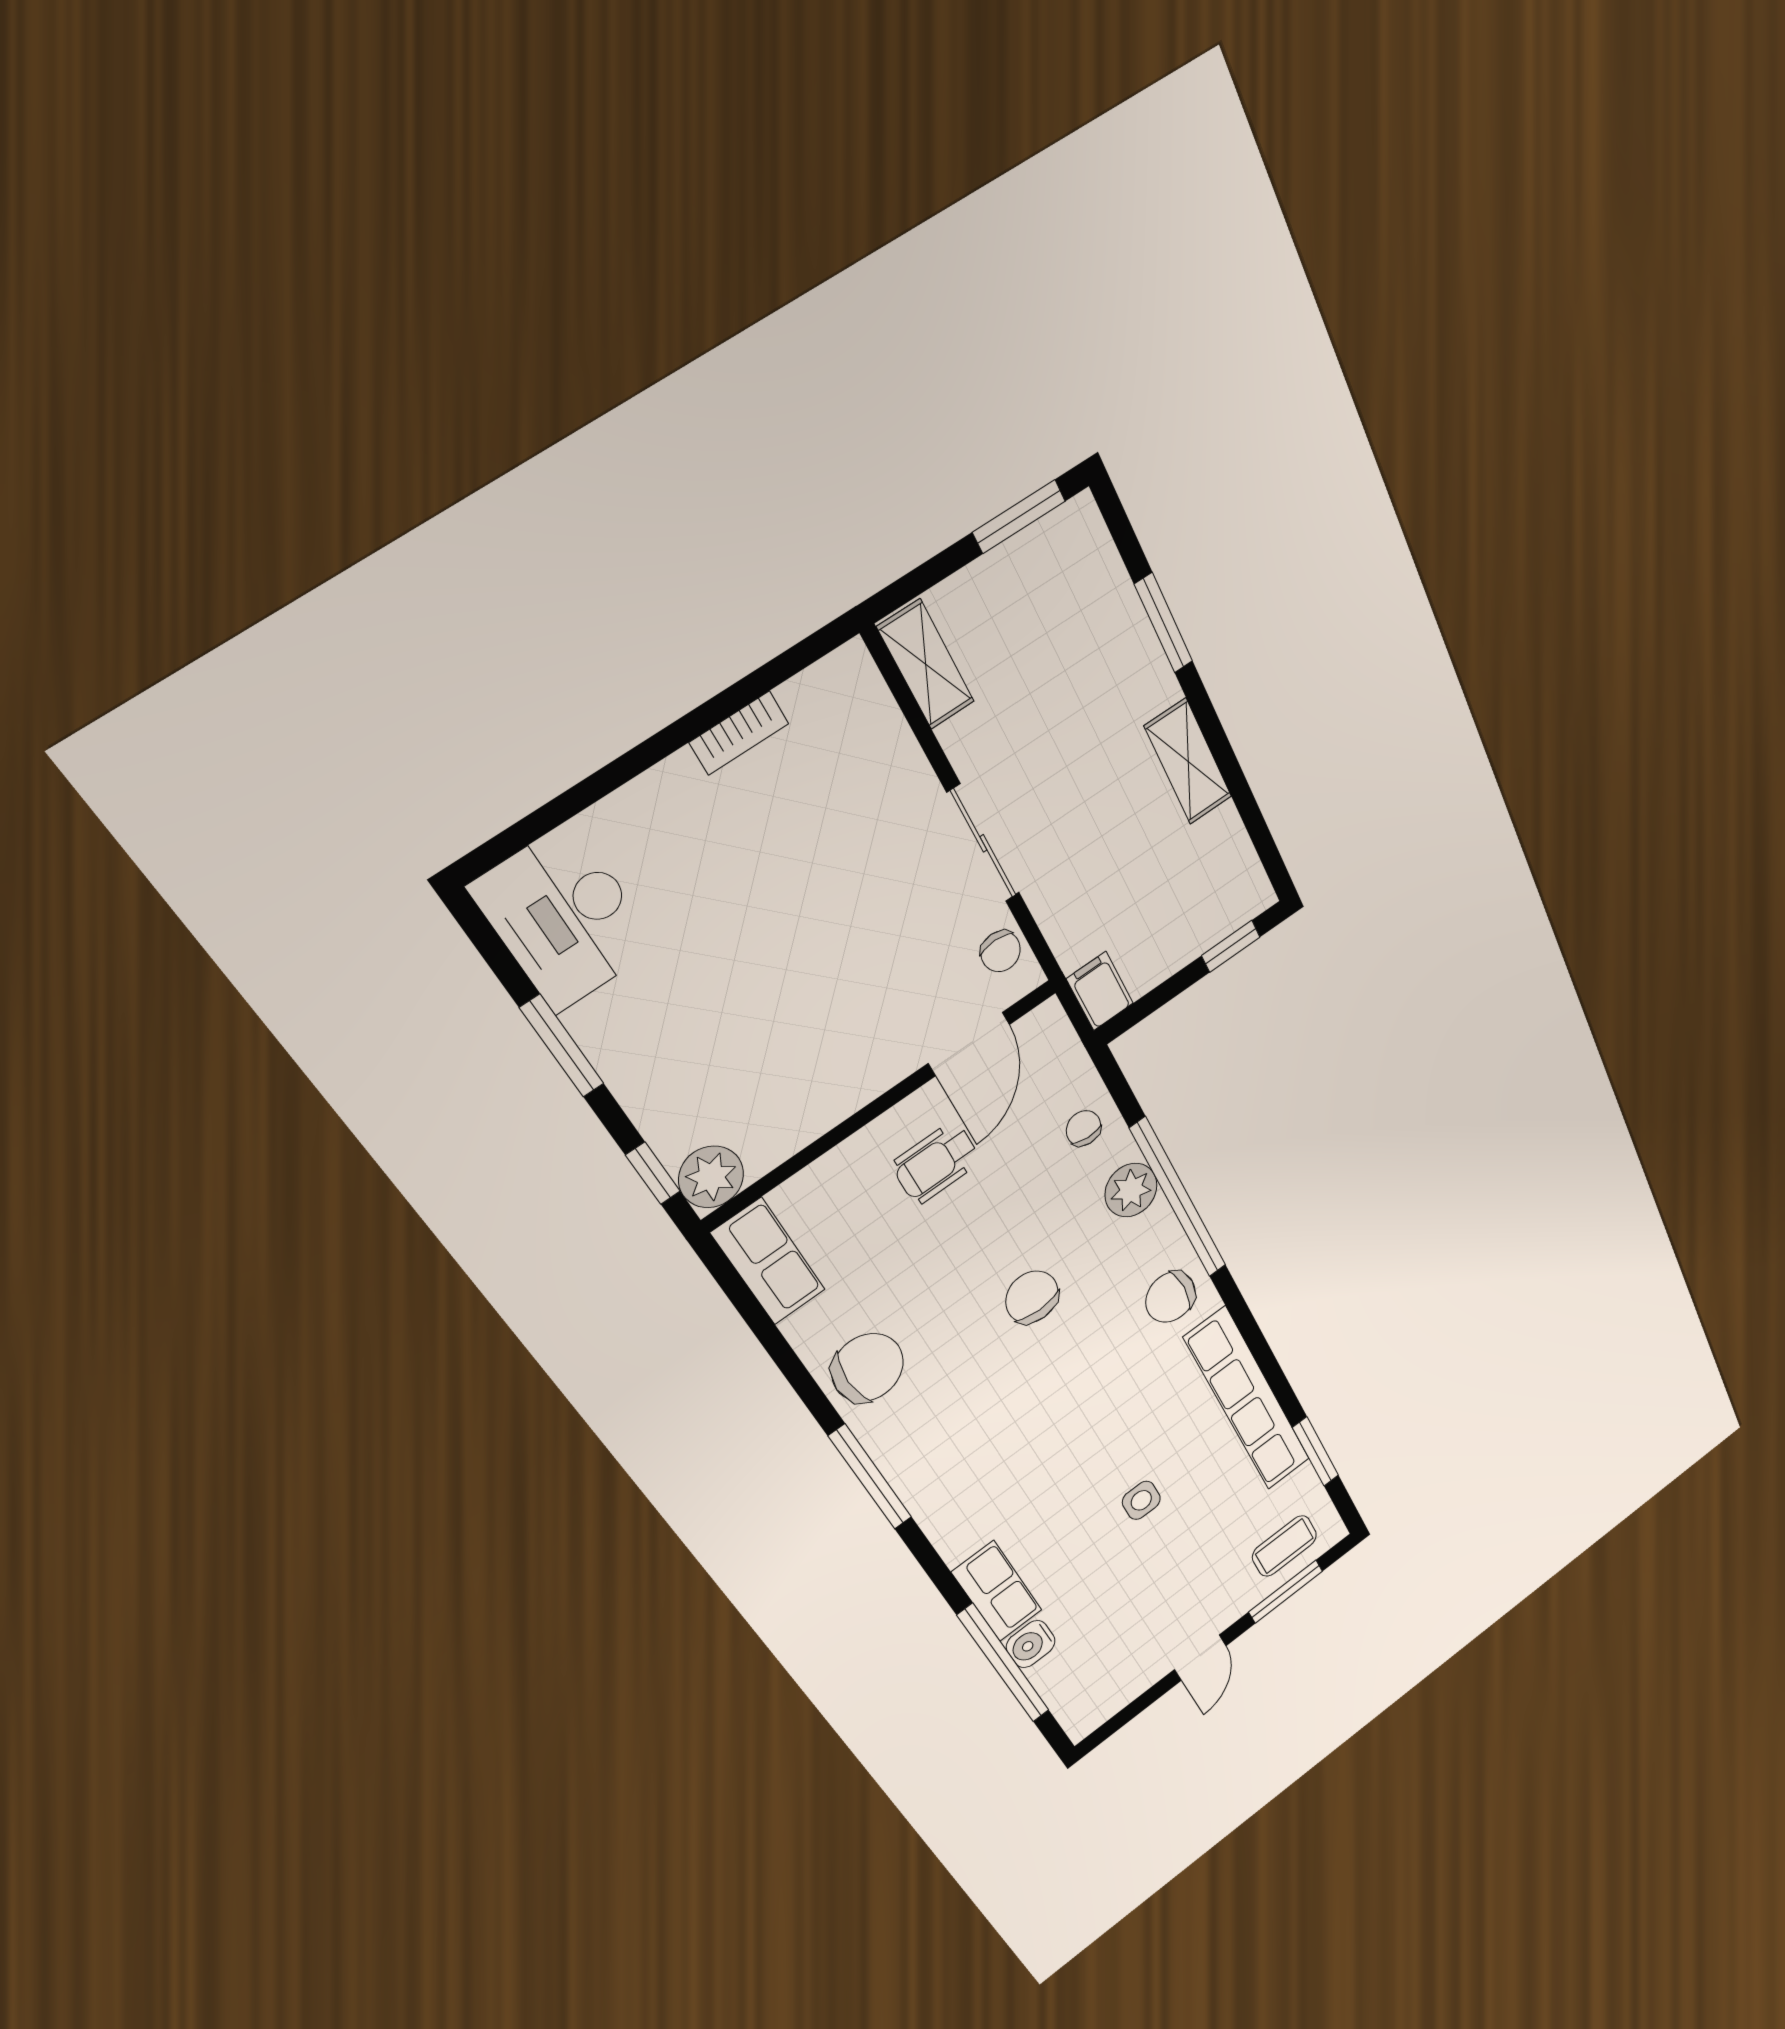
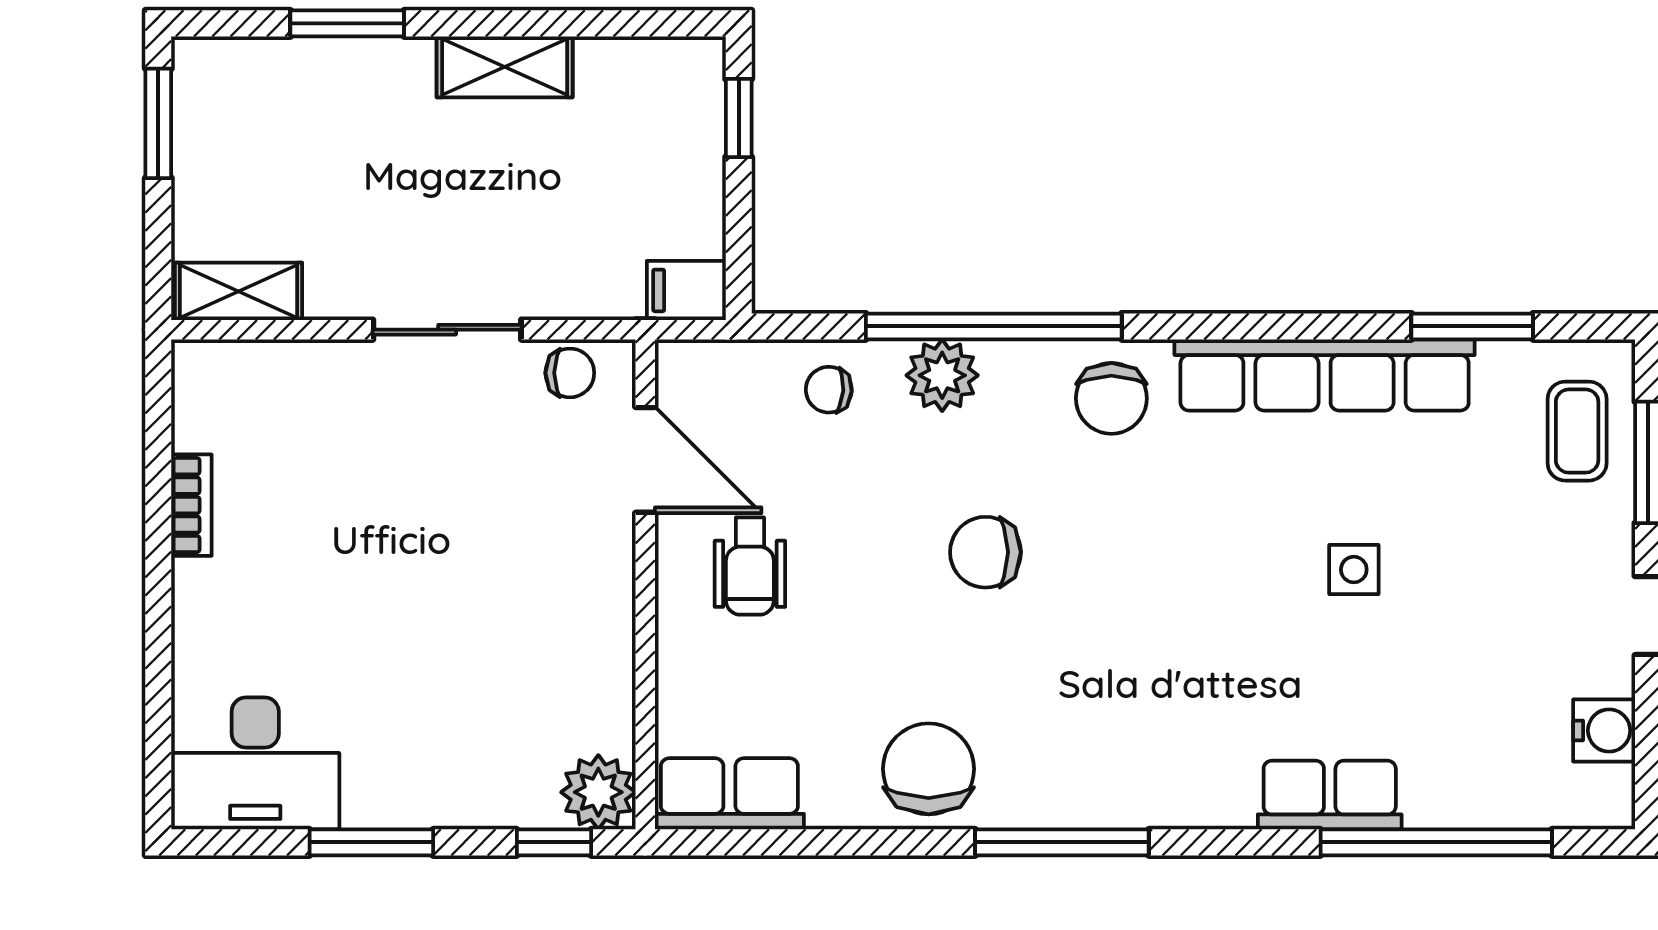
water cooler: (1031, 1644) -> (1604, 730), moved, turned -90

